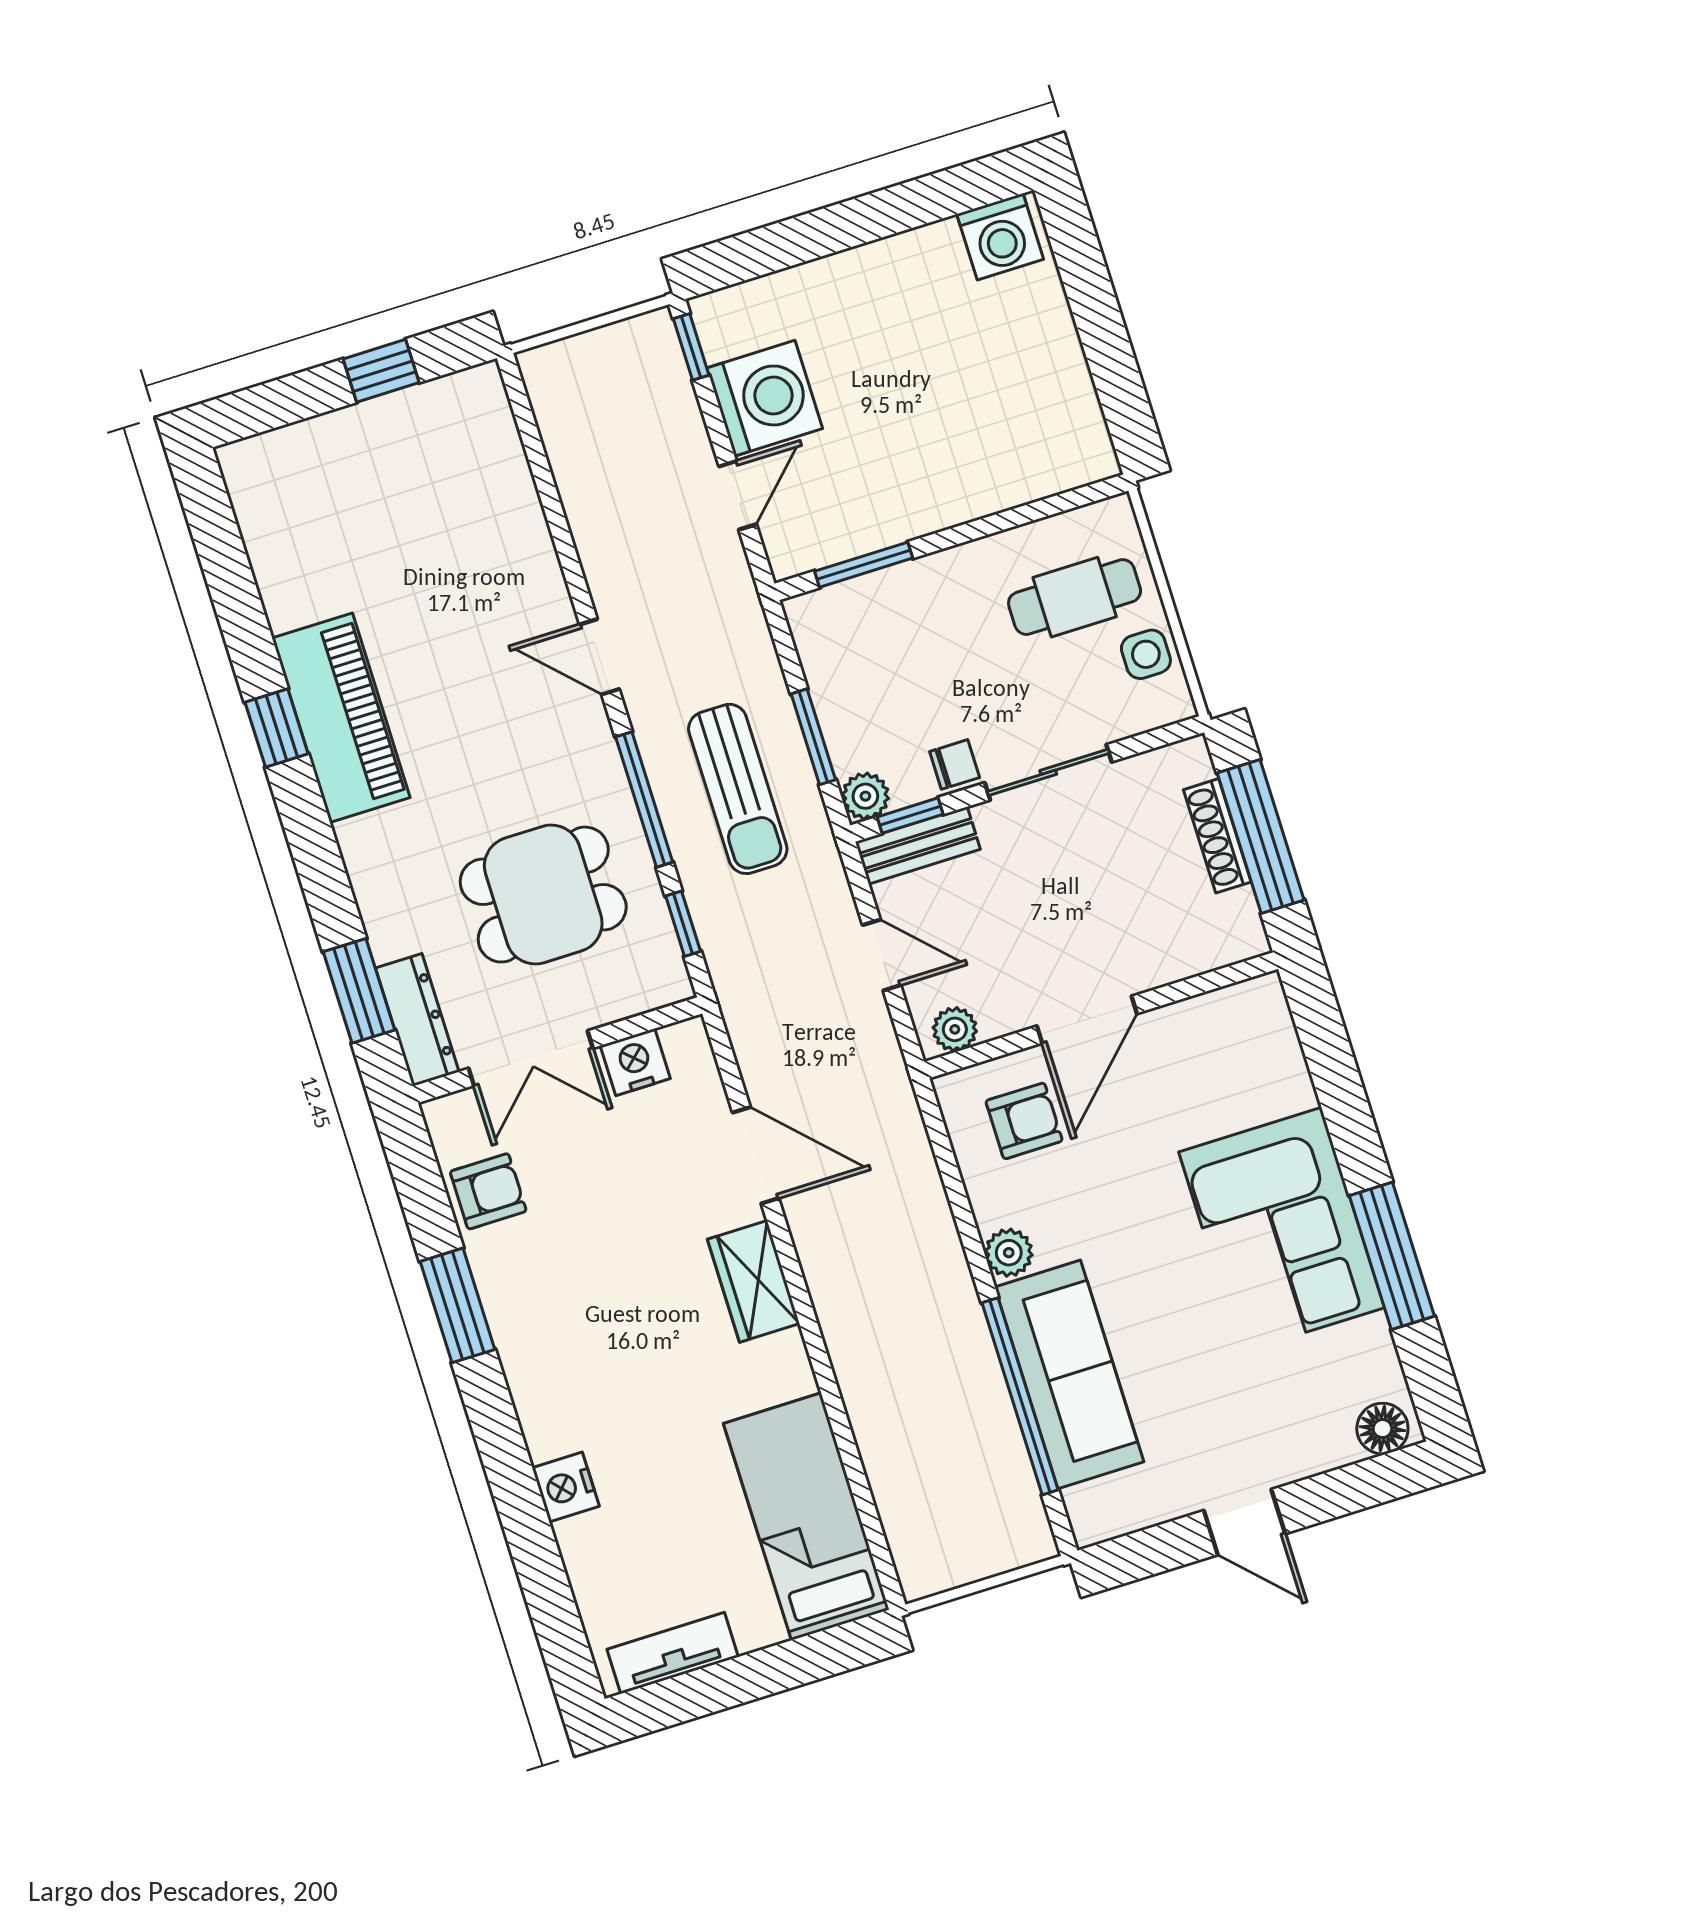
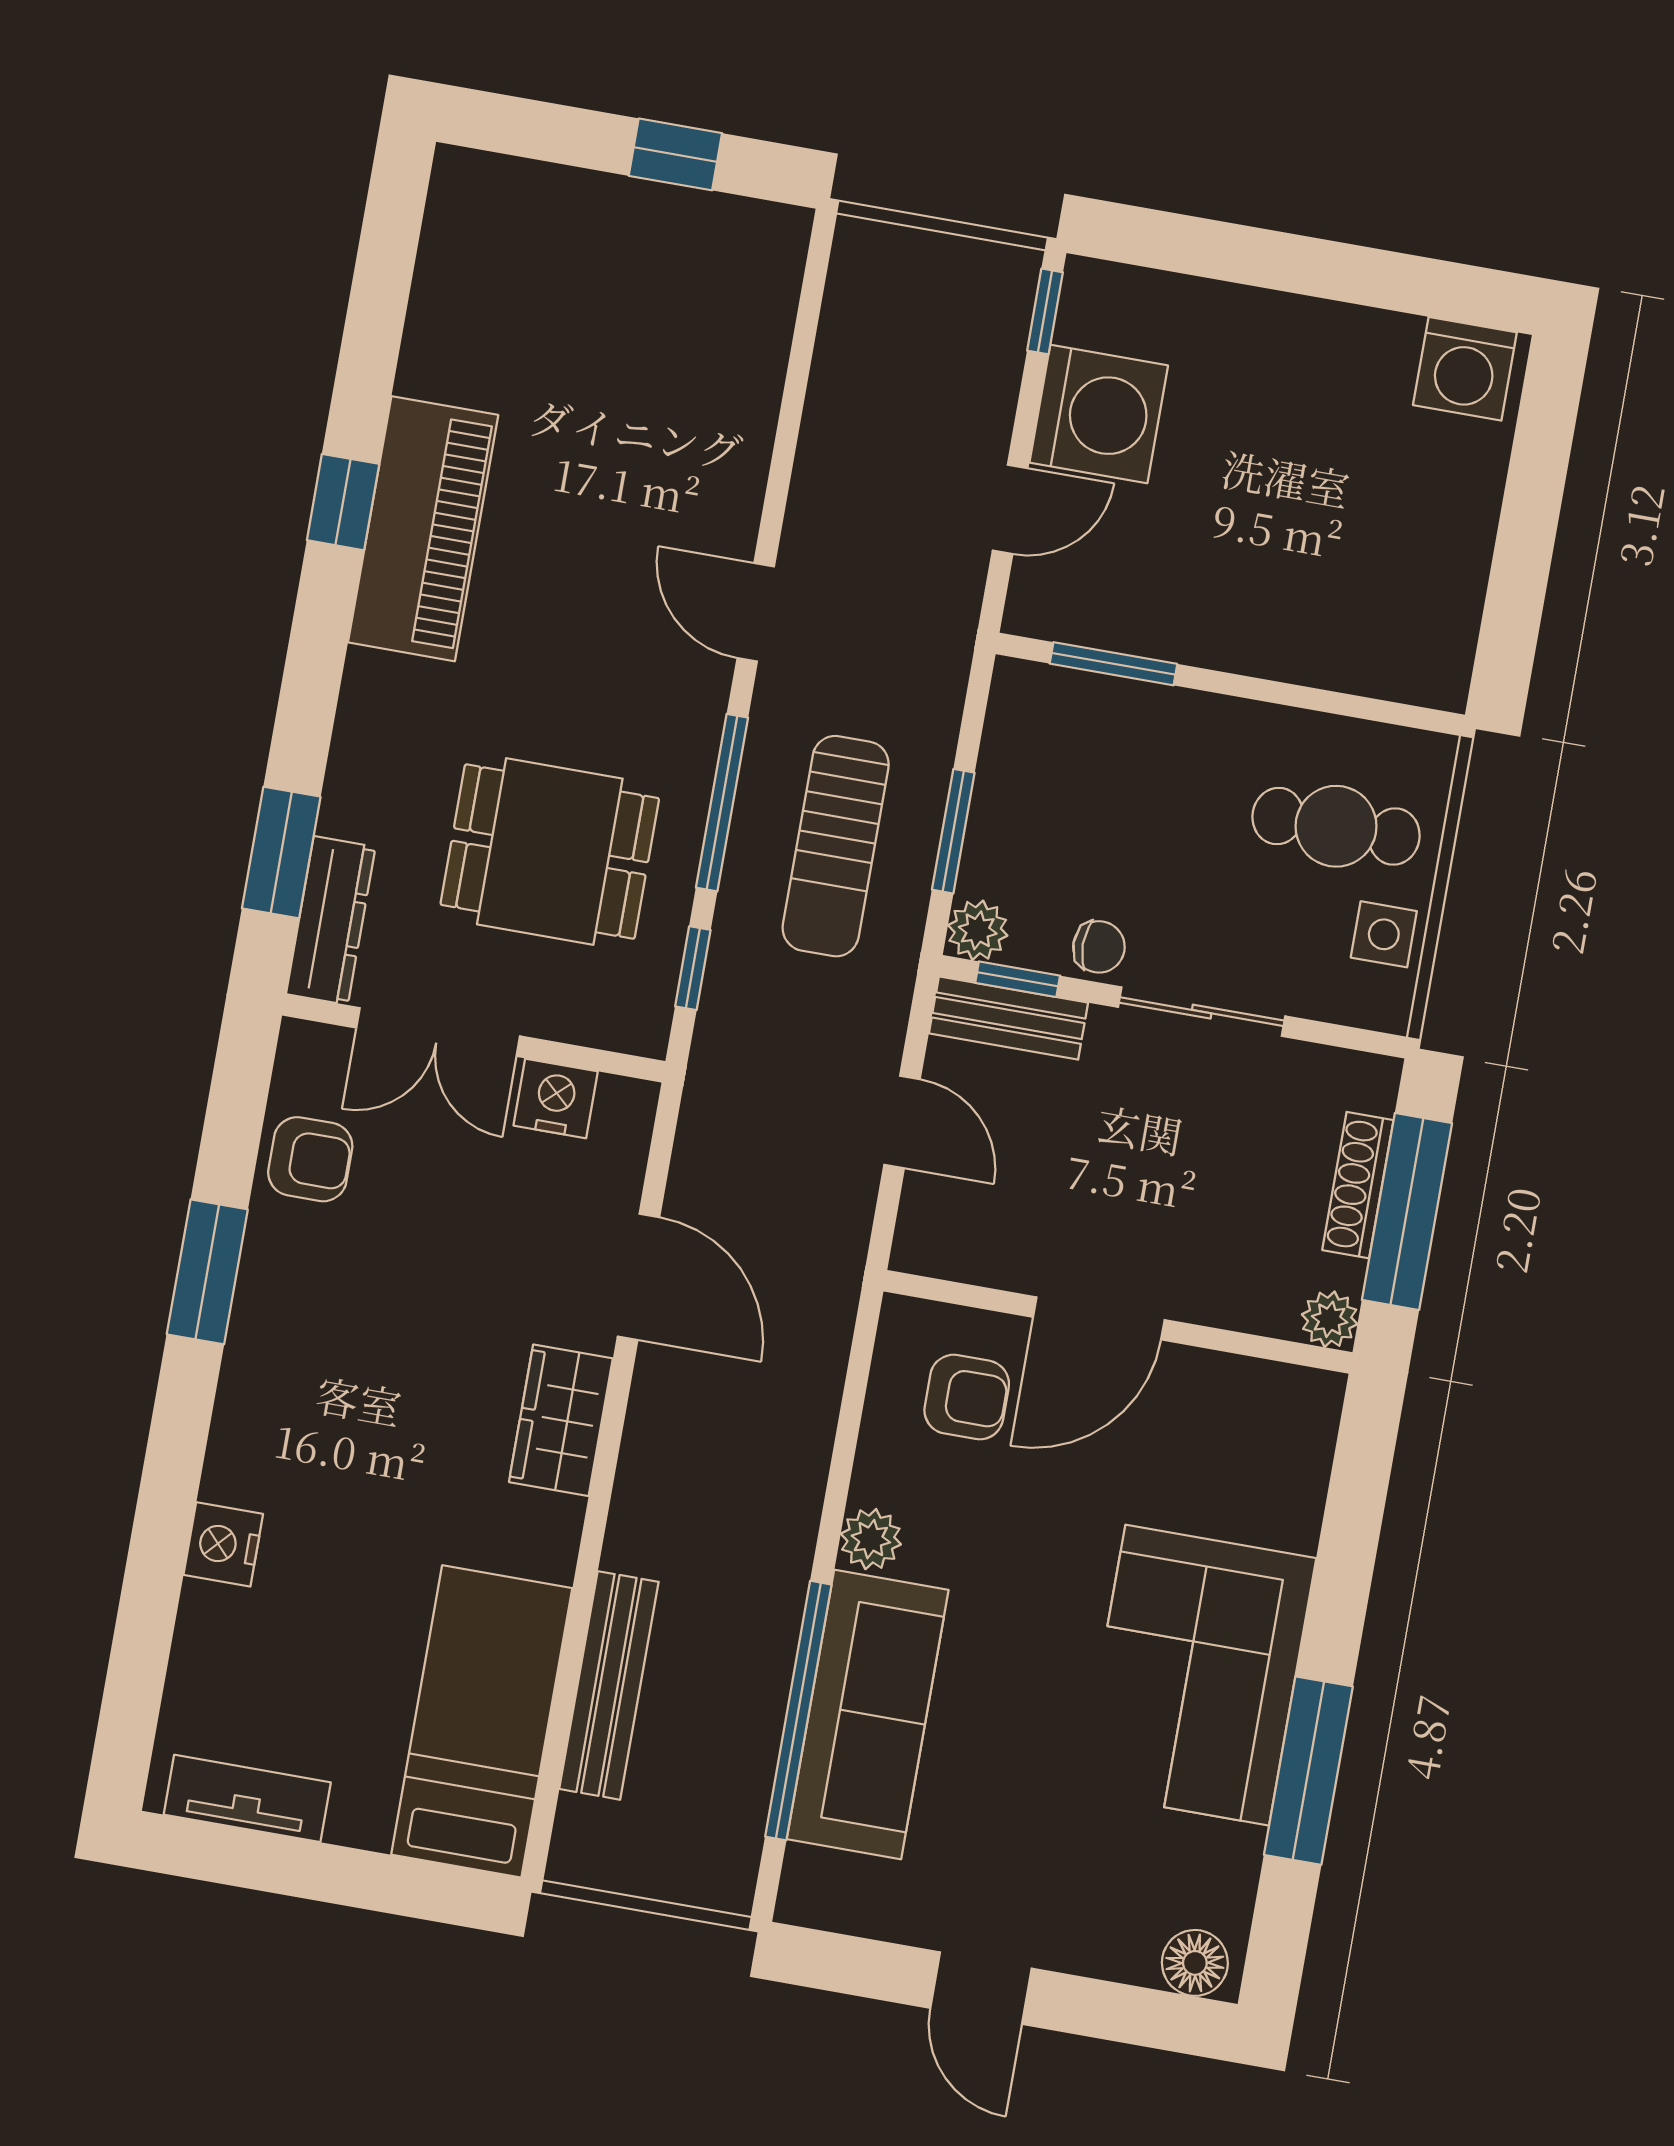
plant: (955, 1029) -> (1330, 1319), moved
bench: (881, 1447) -> (609, 1685), added

